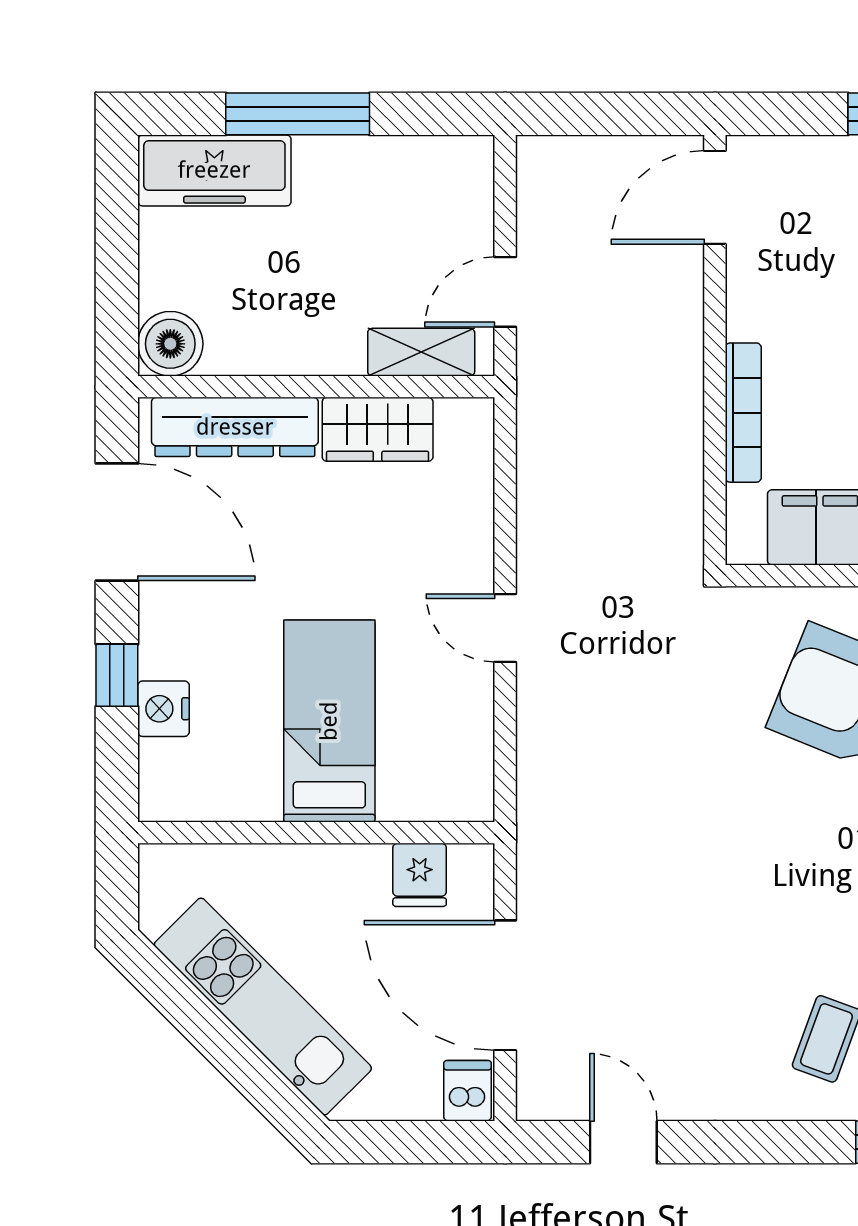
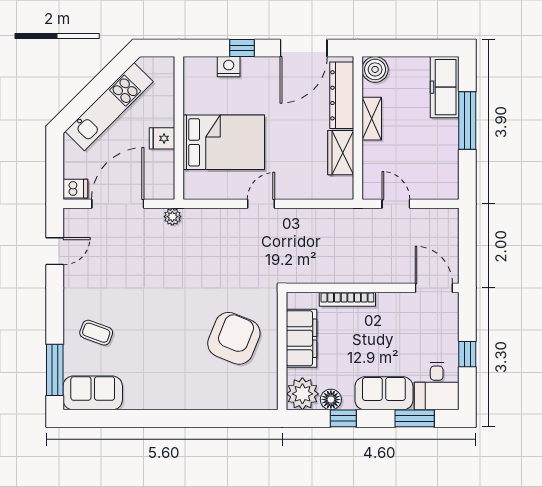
shelving: (421, 352) -> (372, 119), moved
bed: (329, 721) -> (224, 142), width x1.50
plant: (537, 849) -> (172, 217), added
fridge: (420, 875) -> (162, 138), moved

